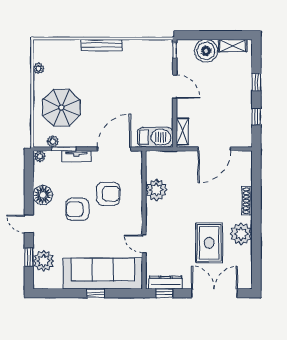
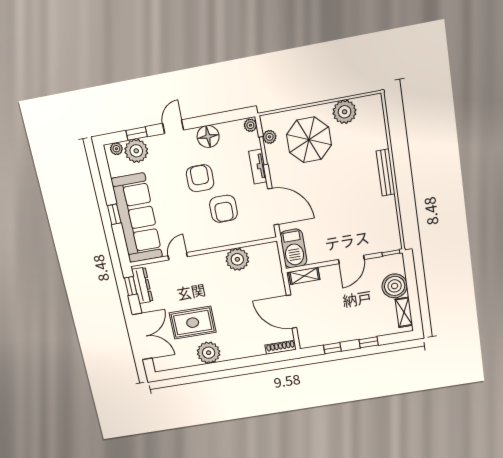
plant: (39, 68) -> (345, 112), width x1.87, depth x1.87
shoe rack: (247, 201) -> (281, 347), moved
plant: (39, 278) -> (116, 149), added

